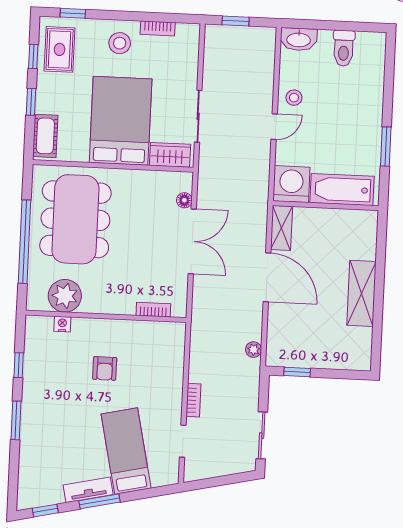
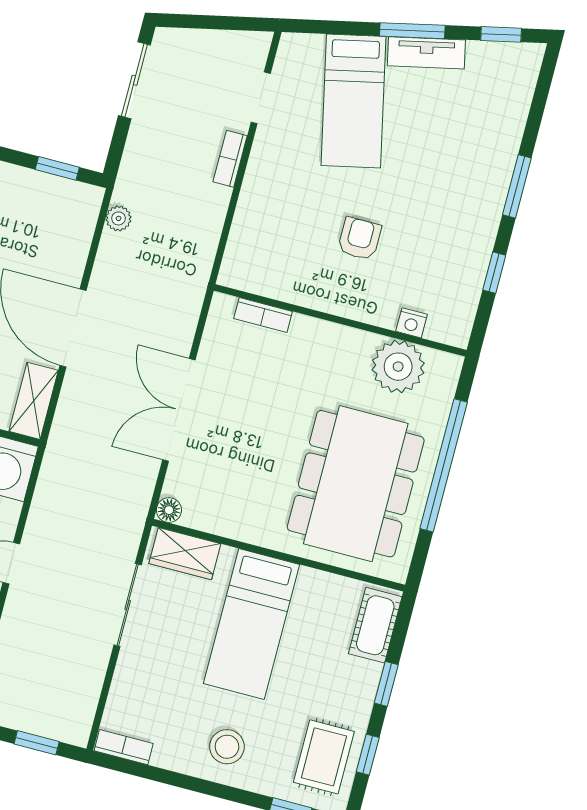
bookcase: (158, 28) -> (124, 747), moved
bed: (121, 121) -> (252, 624), width x0.67
floor lamp: (184, 200) -> (169, 510), moved

